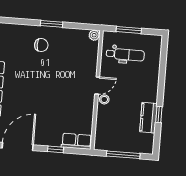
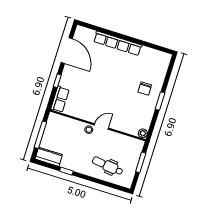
dental chair: (125, 55) -> (108, 166), moved, turned 97
door: (97, 86) -> (101, 126), swing flipped
kitchen counter: (148, 118) -> (49, 157), moved

